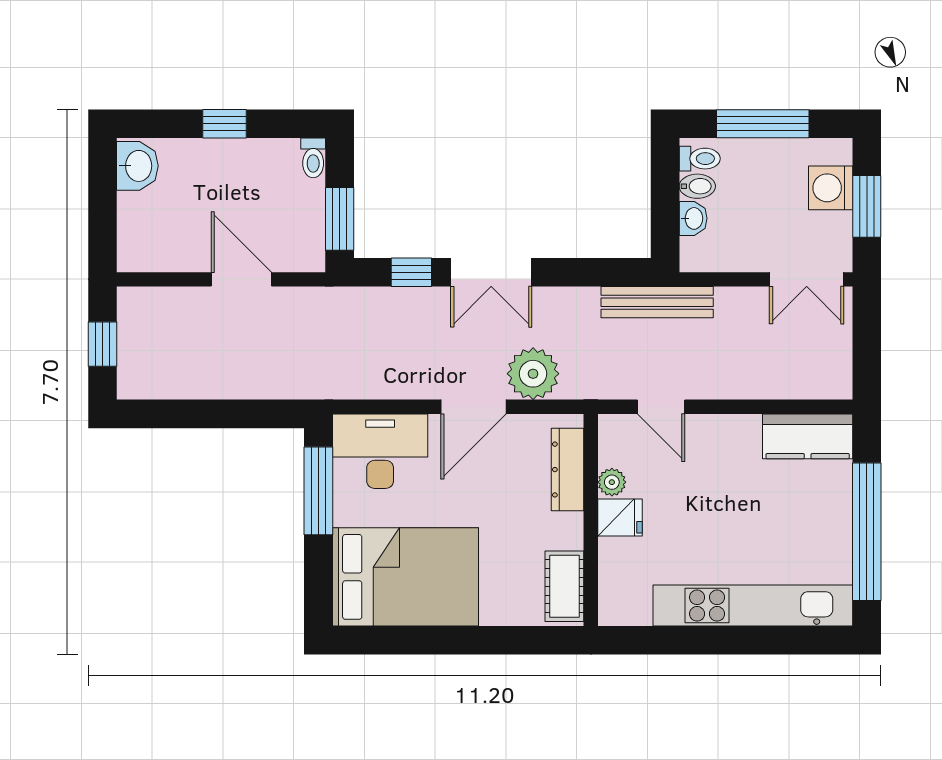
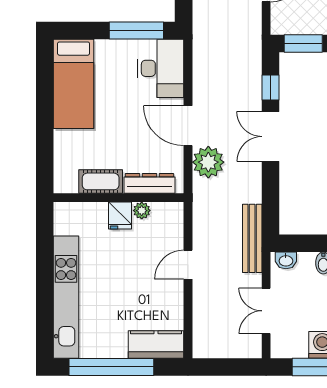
washbasin: (693, 218) -> (286, 260), moved
double door: (807, 279) -> (266, 311), moved
door: (661, 407) -> (188, 265), moved
kitchen counter: (808, 436) -> (156, 344), moved, turned 90
bed: (405, 577) -> (74, 84), width x0.67
cot: (564, 586) -> (101, 181), moved

